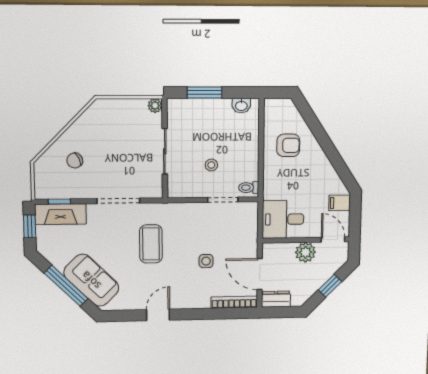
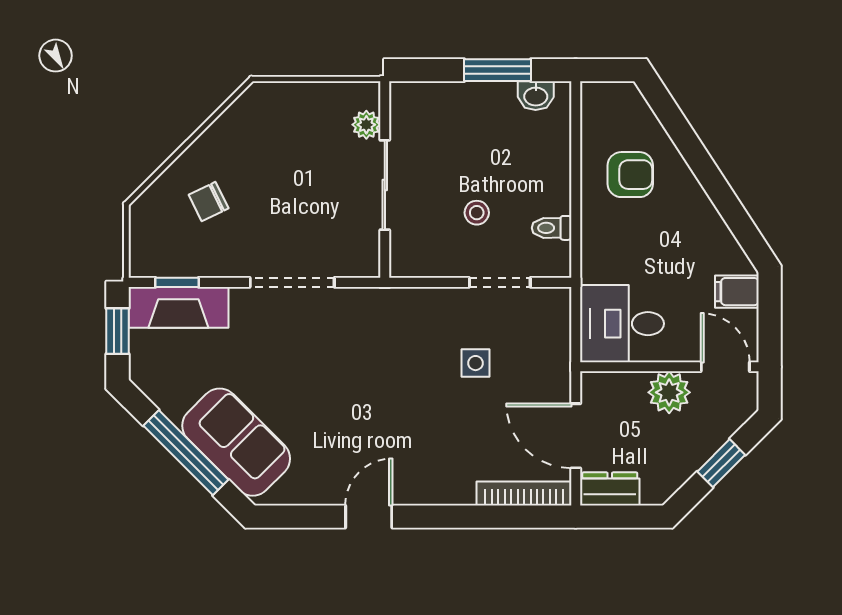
window: (205, 92) -> (498, 70), moved
plant: (155, 106) -> (366, 125), moved
toilet: (249, 188) -> (552, 228), moved
coffee table: (151, 244) -> (356, 370), removed
side table: (206, 261) -> (476, 363), moved

